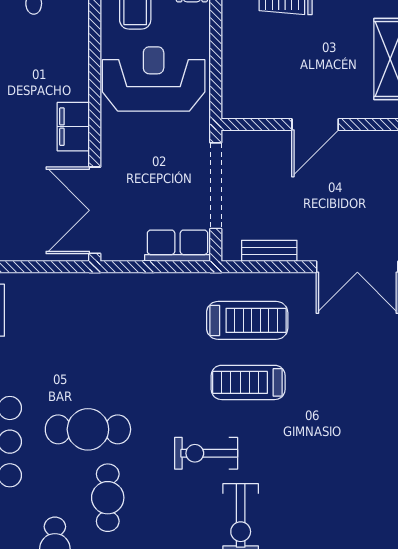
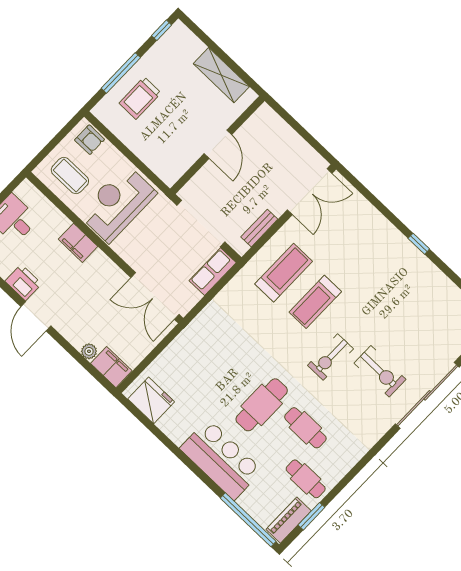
filing cabinet: (73, 127) -> (78, 243), moved

